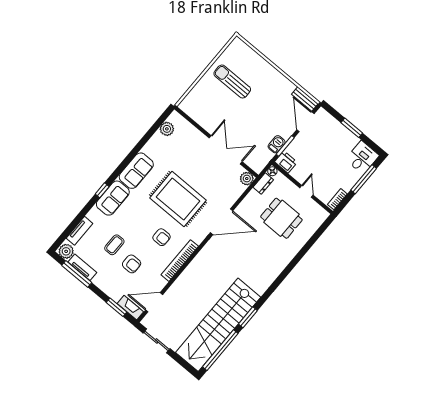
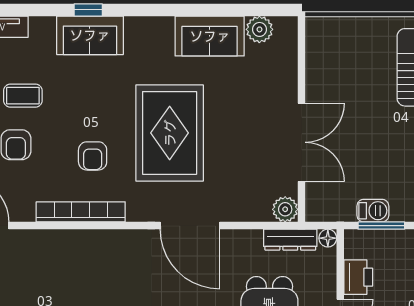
printer: (286, 162) -> (358, 277), moved
sofa: (136, 171) -> (210, 36), moved
dresser: (263, 183) -> (290, 240), width x1.44

